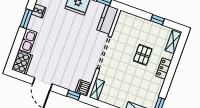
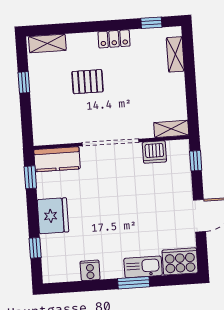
window: (26, 19) -> (134, 283), moved
locker: (164, 68) -> (114, 39), moved
dishwasher: (83, 88) -> (154, 152), moved

